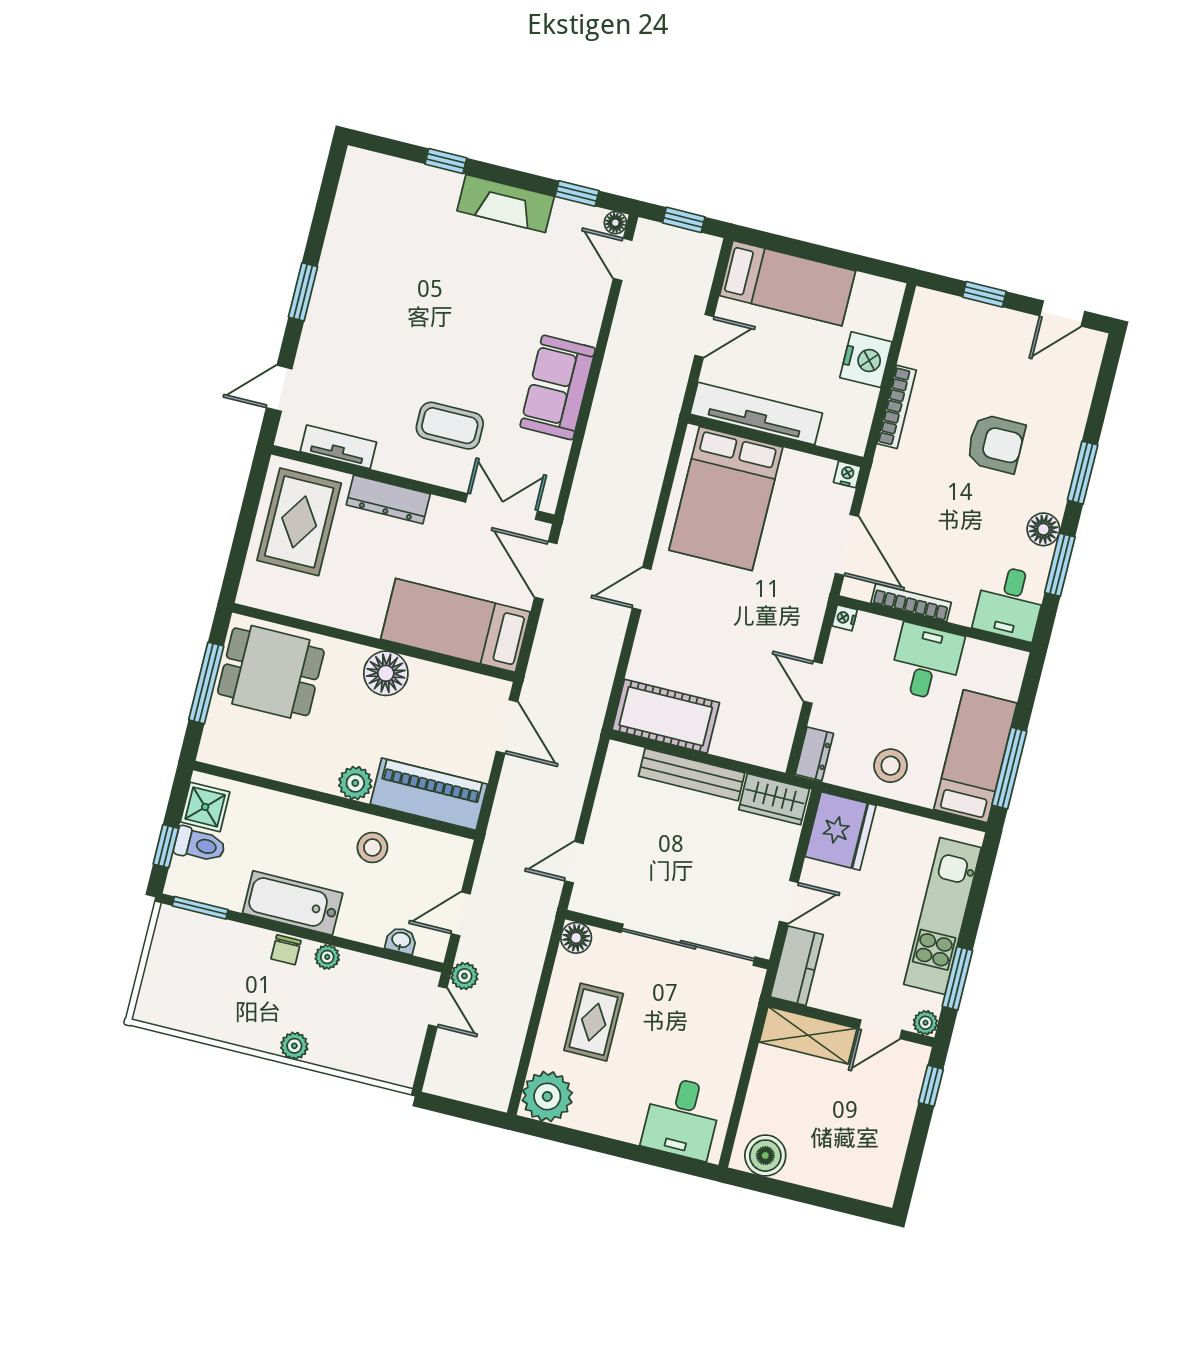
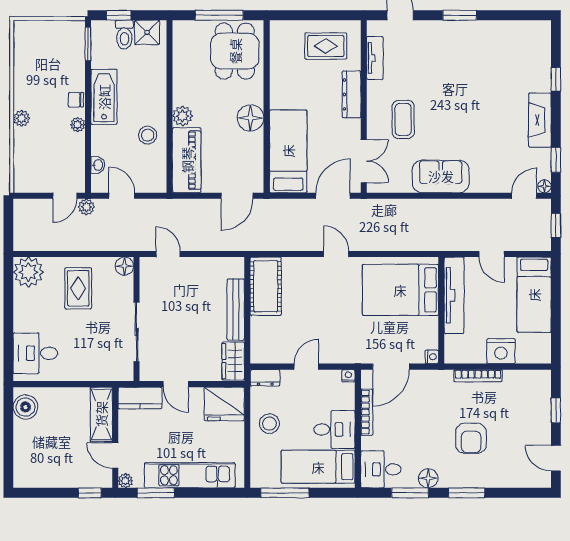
rug: (299, 522) -> (326, 46), width x0.73, depth x0.70
bed: (975, 756) -> (318, 467), moved, turned 180
sliding door: (688, 945) -> (137, 332), width x0.73
rug: (594, 1022) -> (78, 288), turned 90

